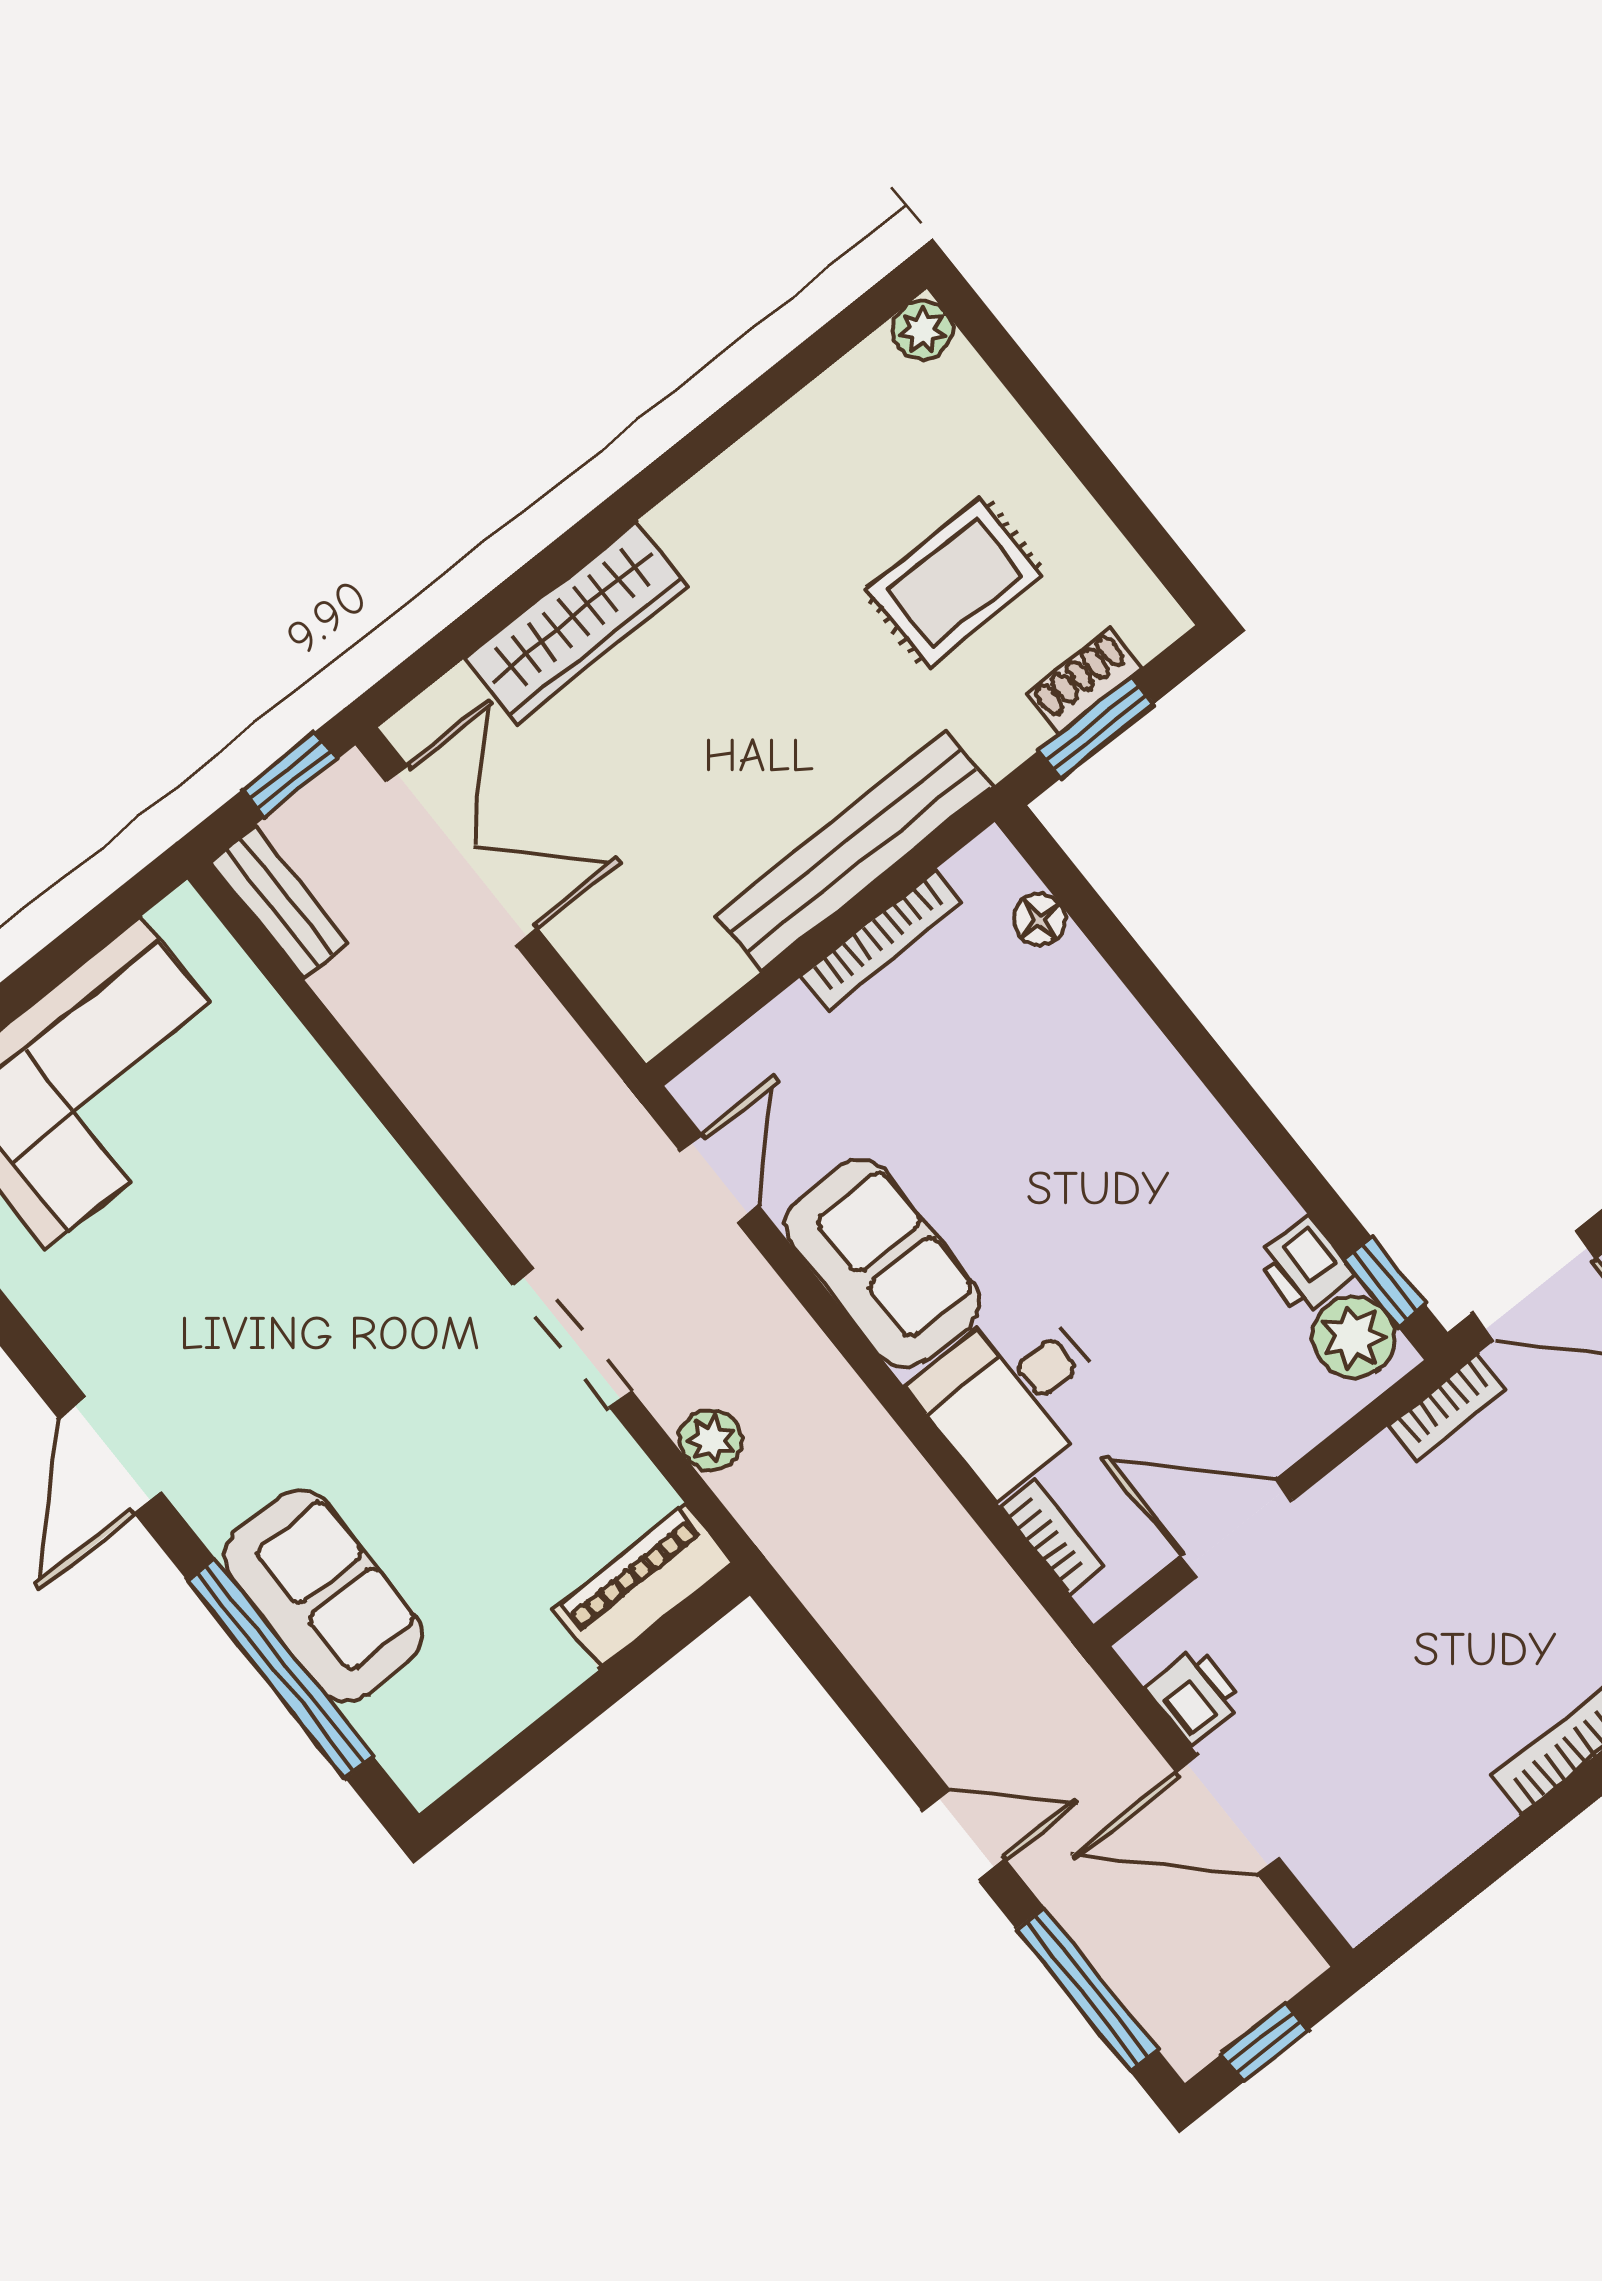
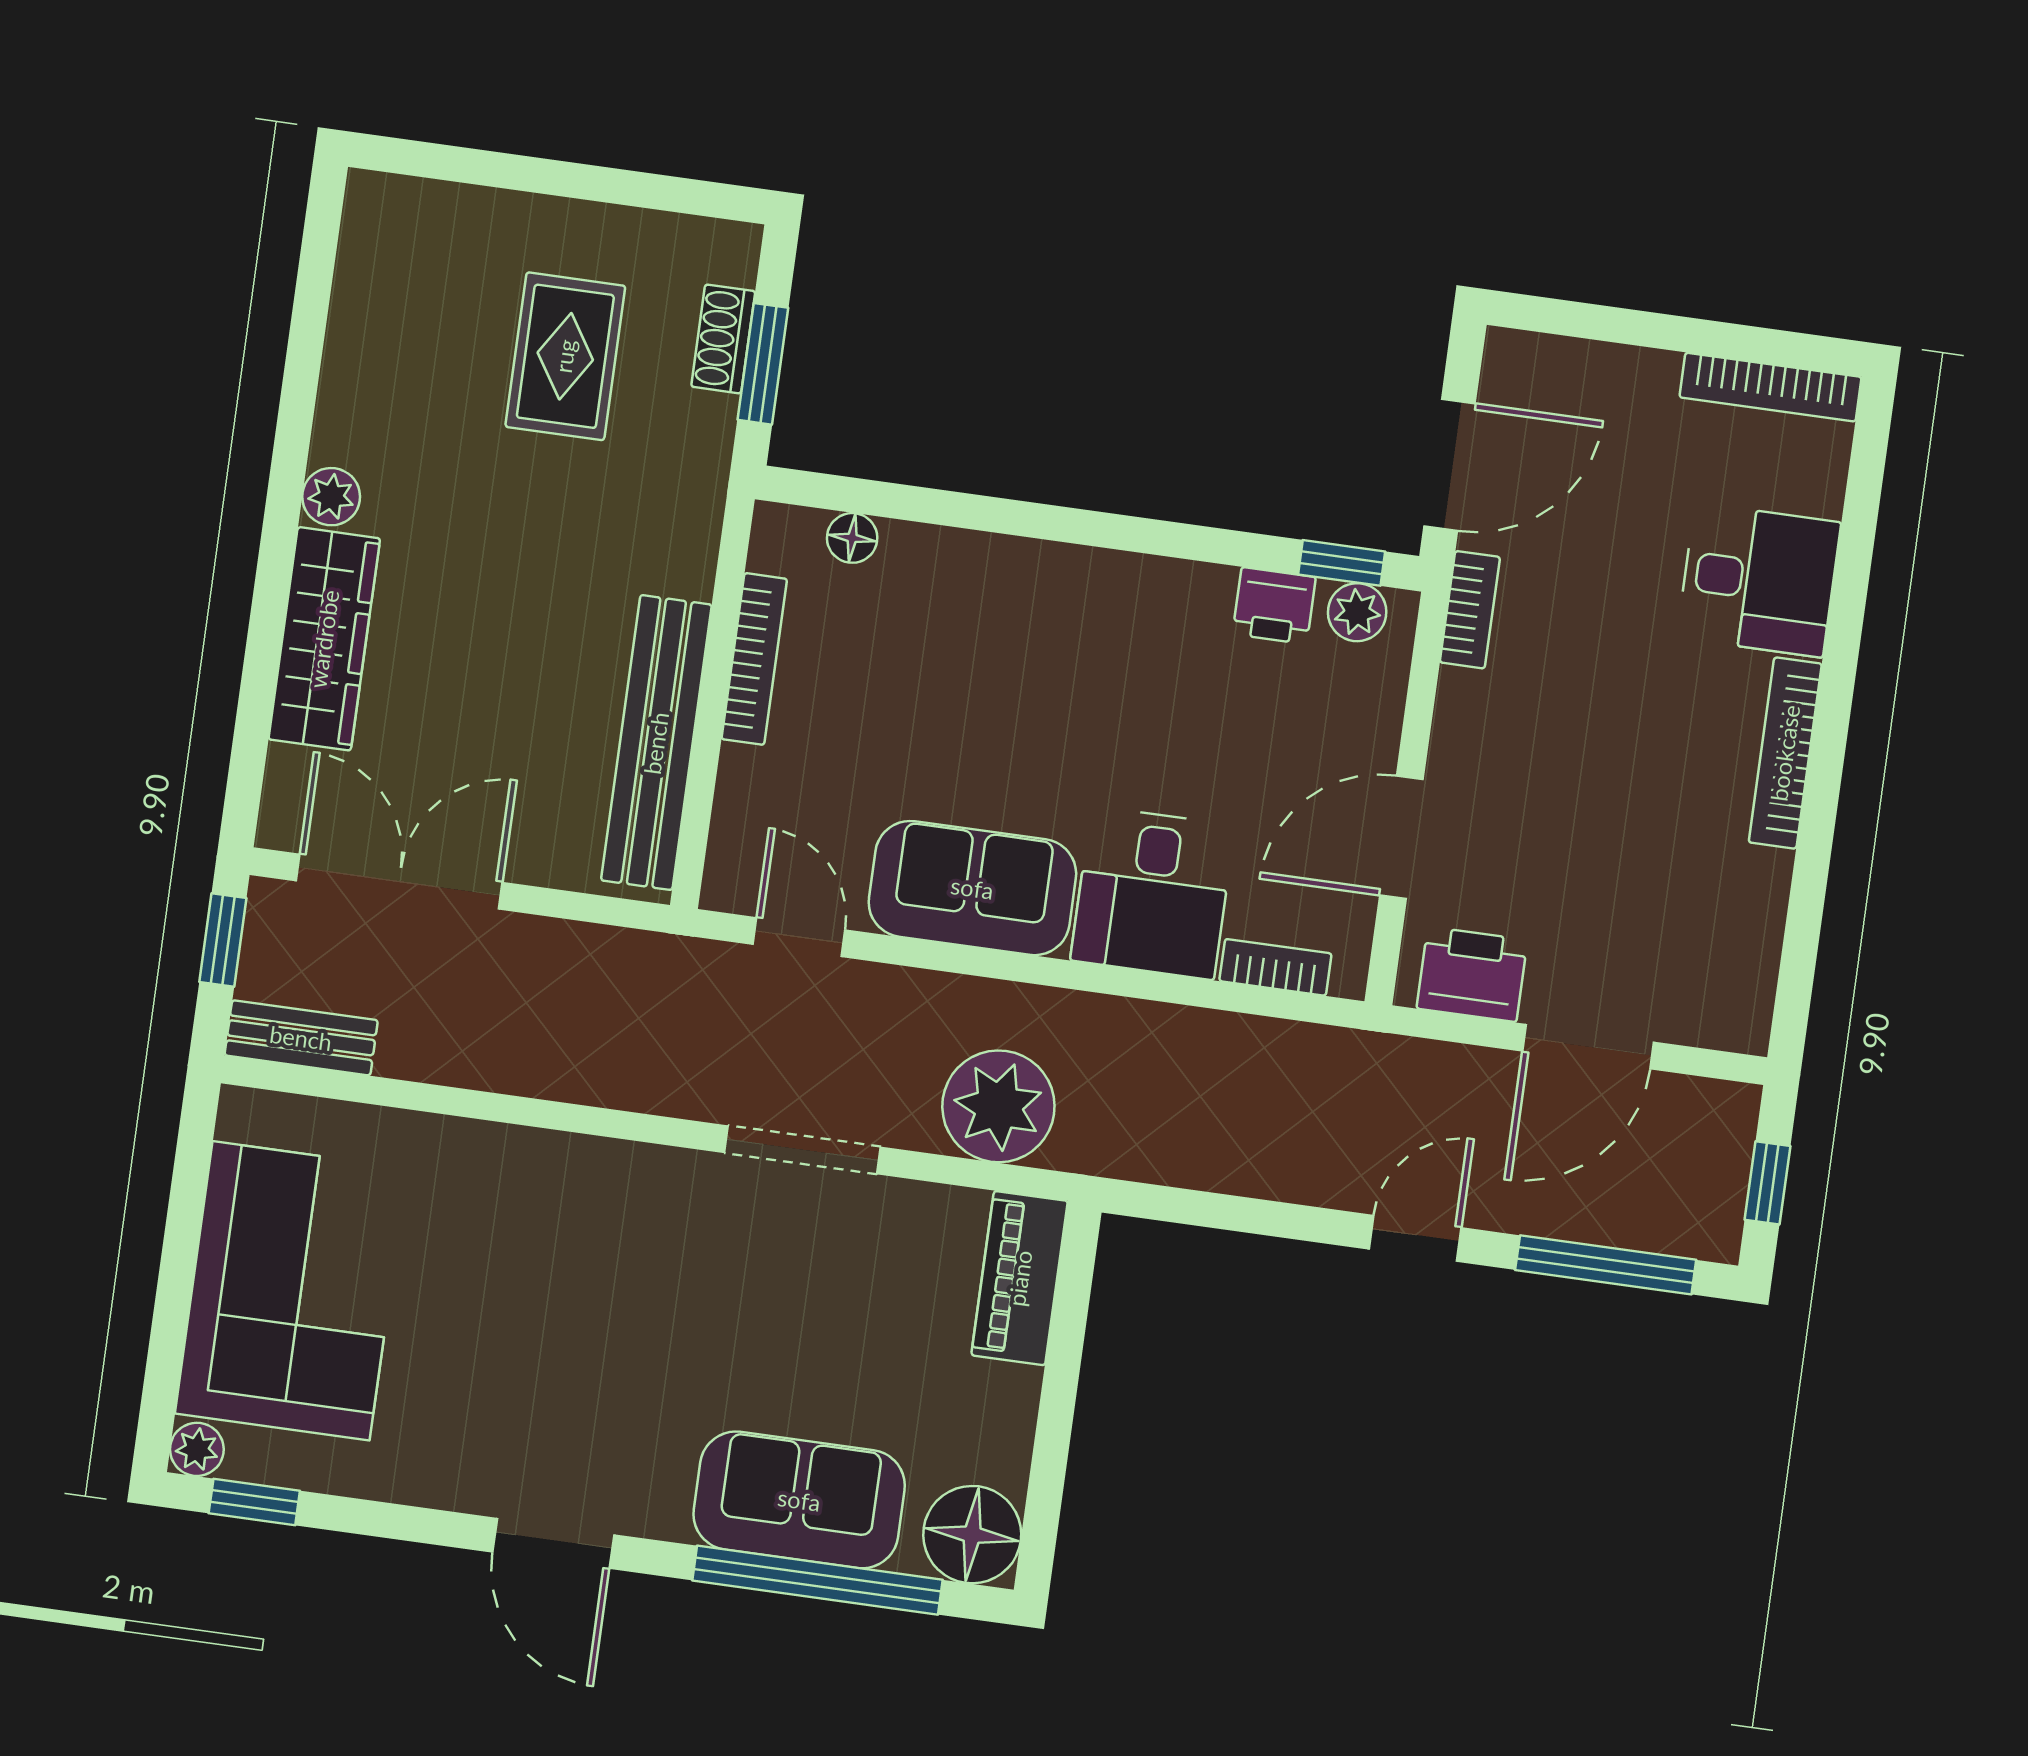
plant: (922, 330) -> (331, 497), moved
bench: (854, 850) -> (656, 743), moved
plant: (1353, 1337) -> (1357, 612), width x0.73, depth x0.73
plant: (710, 1440) -> (998, 1106), width x1.88, depth x1.88
printer: (1195, 1695) -> (1472, 974), width x1.36, depth x1.24
floor lamp: (427, 1743) -> (972, 1535), added

